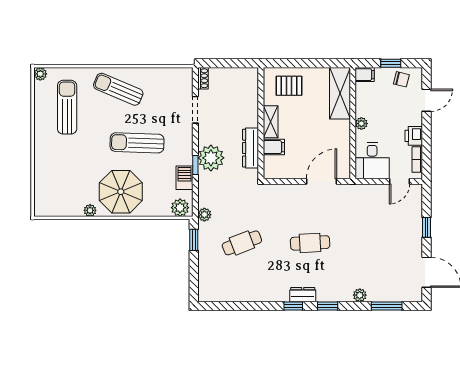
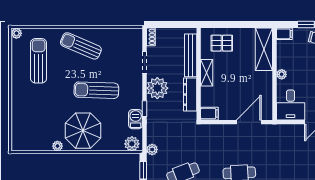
bench: (251, 101) -> (191, 55), added
filing cabinet: (274, 147) -> (209, 114), moved
plant: (211, 158) -> (157, 88), moved

